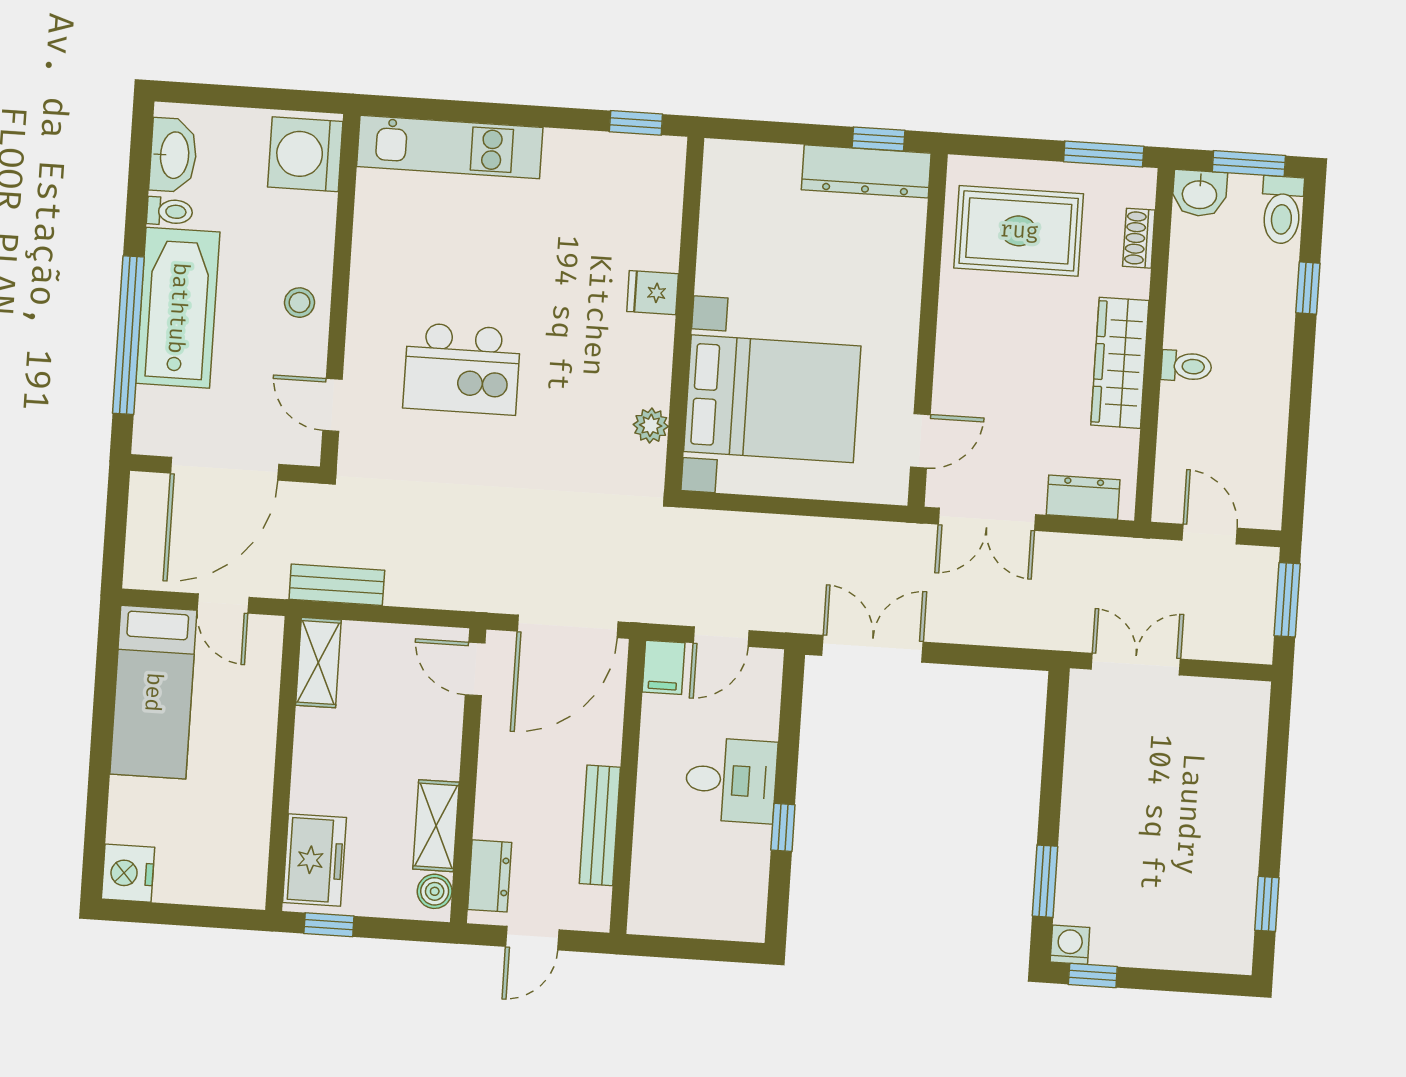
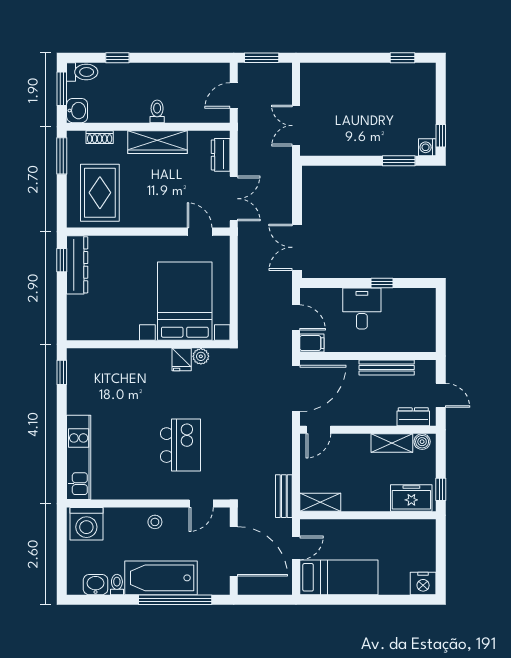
washbasin: (173, 155) -> (96, 585), width x0.72
fridge: (653, 293) -> (182, 360), moved
door: (568, 626) -> (296, 388), hinge flipped

